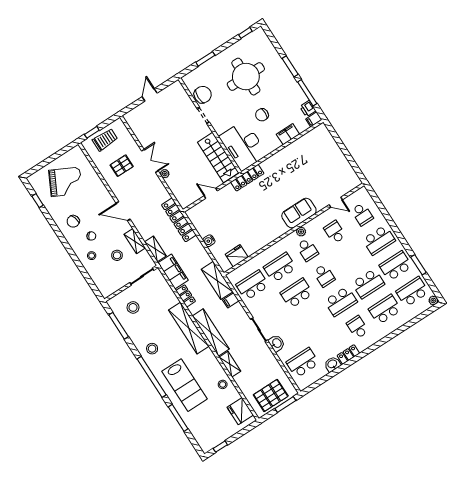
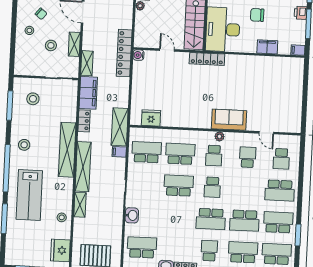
printer: (308, 109) -> (301, 13), moved
water cooler: (209, 241) -> (138, 55), moved

